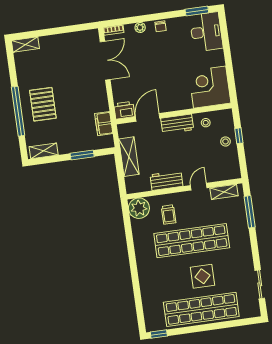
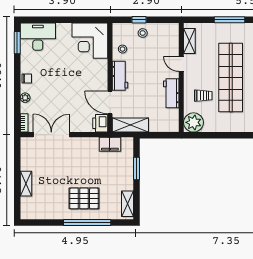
shelving: (25, 44) -> (26, 184), moved
shelving: (129, 157) -> (130, 125), moved
window: (250, 212) -> (230, 20), moved

